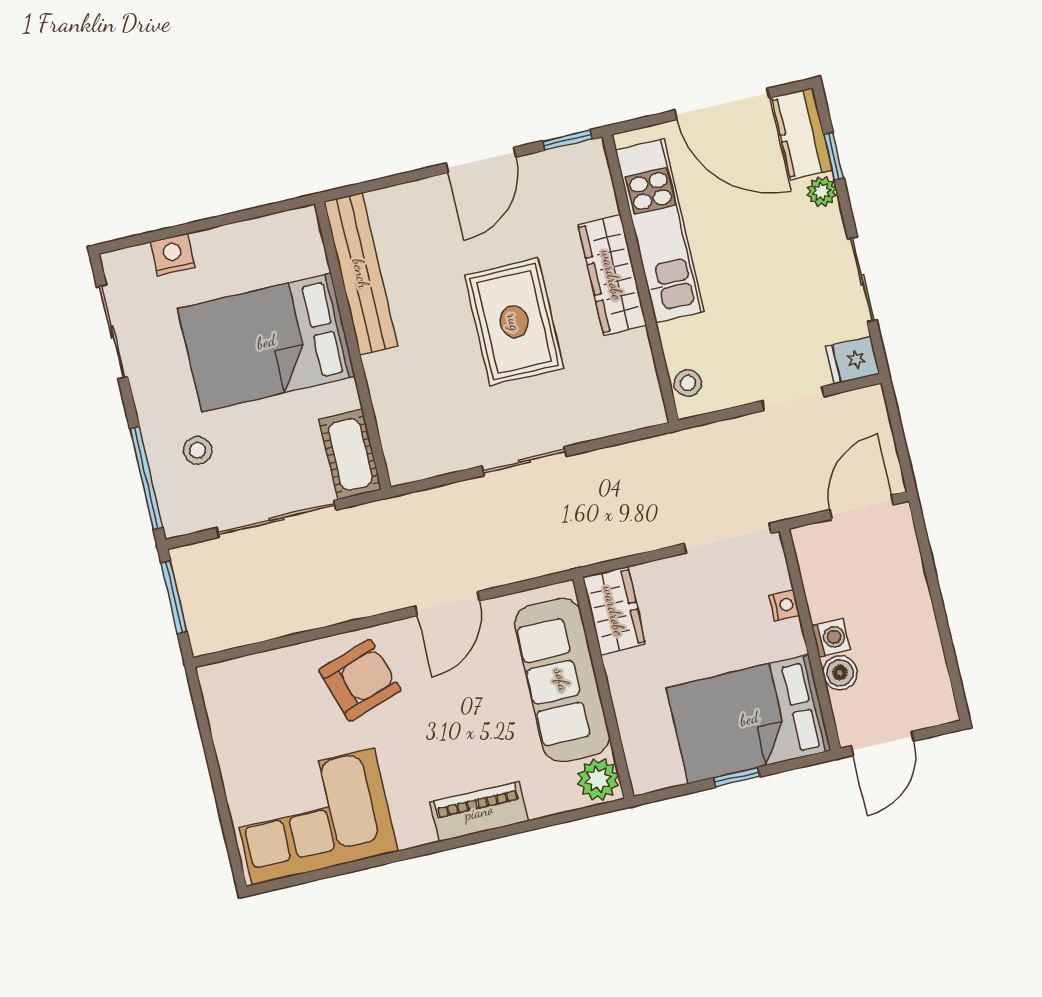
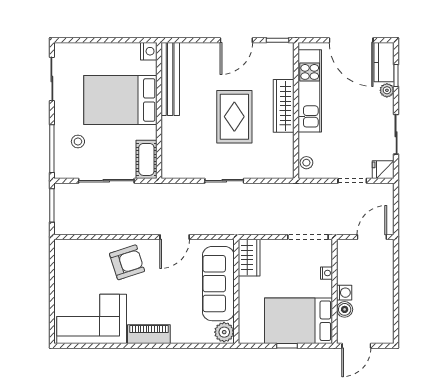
nightstand: (173, 255) -> (149, 51), moved, turned 90
piano: (479, 812) -> (149, 334), moved

